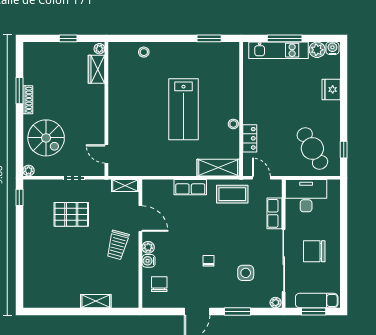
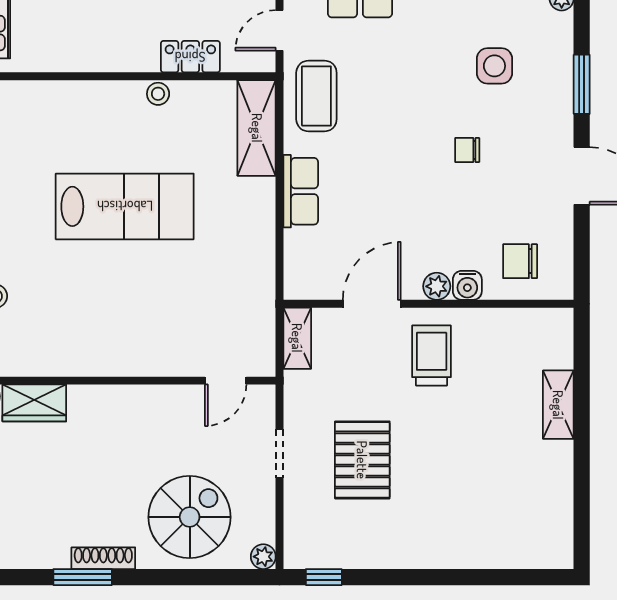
trolley: (118, 245) -> (432, 356), turned -105

